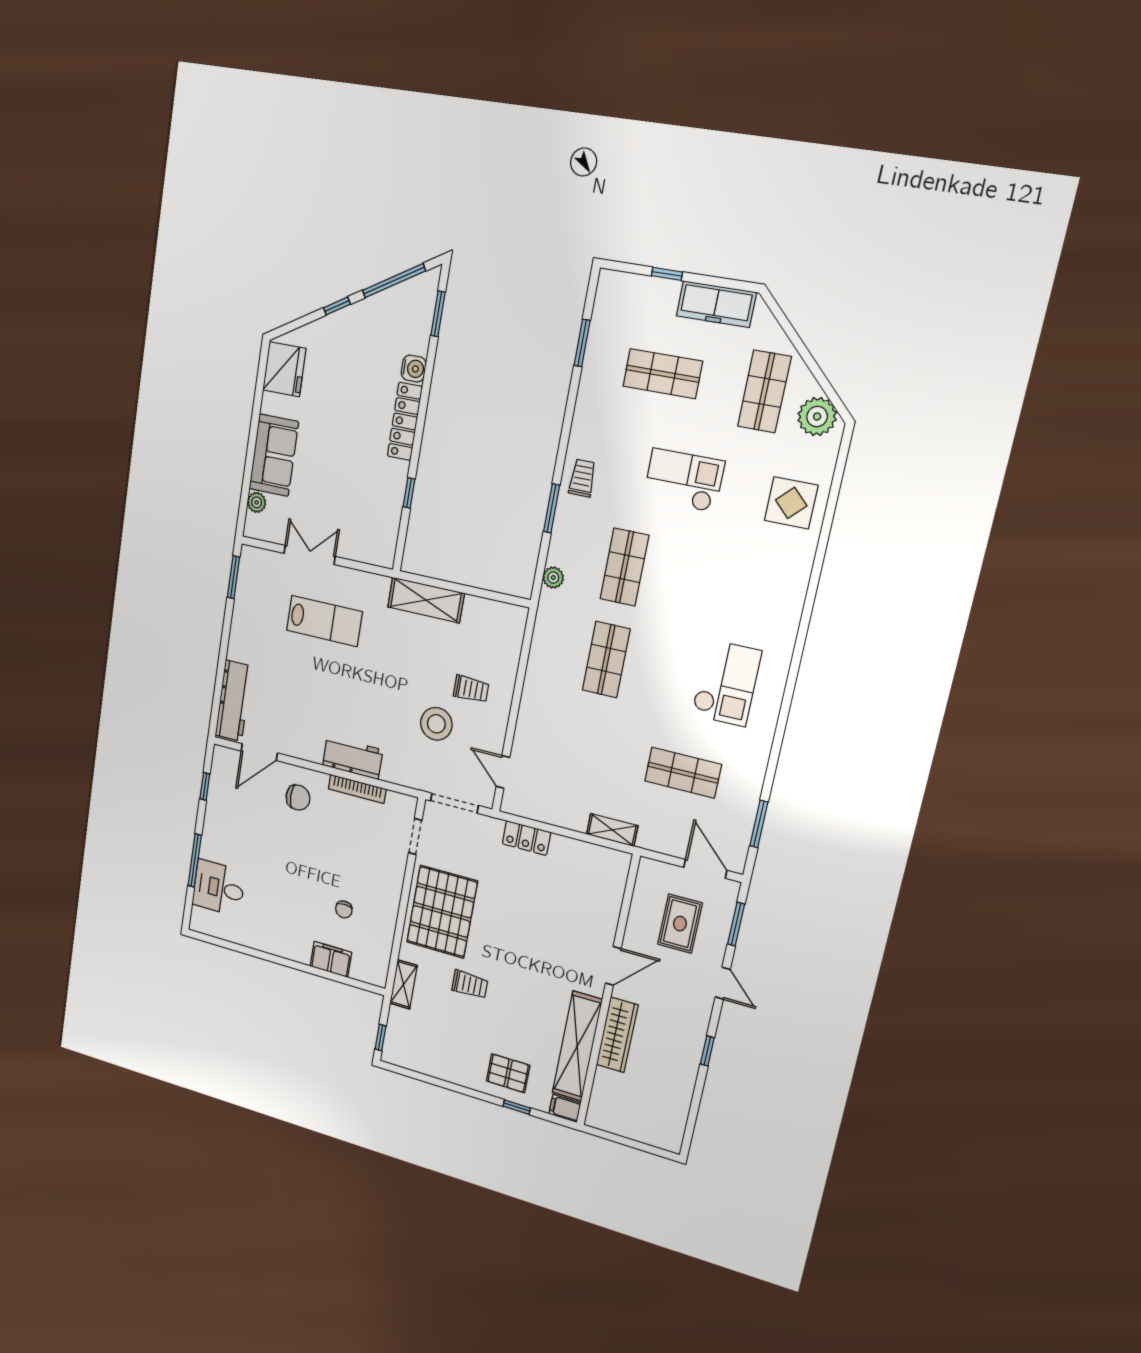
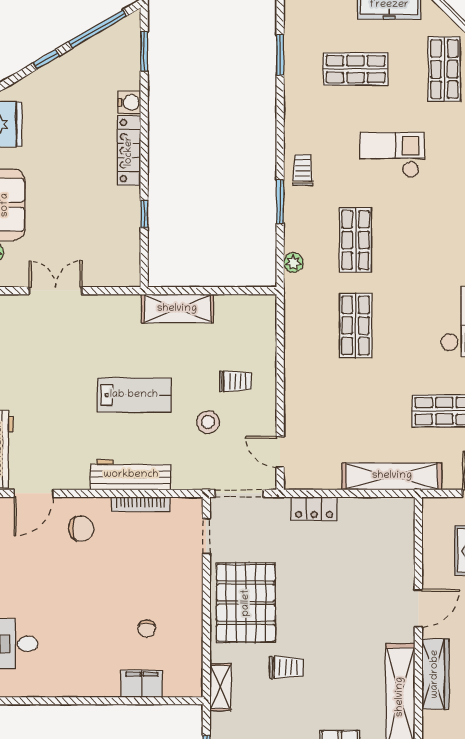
lab bench: (324, 621) -> (134, 395), moved
stool: (436, 724) -> (208, 422), width x0.73, depth x0.73
workbench: (353, 758) -> (131, 475), width x1.38
shelving: (612, 830) -> (392, 476), width x2.20, depth x1.33

